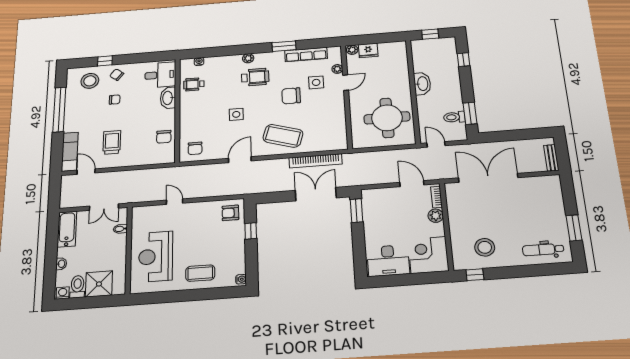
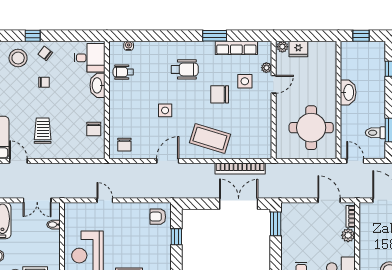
plant: (248, 58) -> (178, 47), removed

